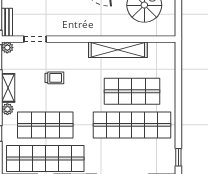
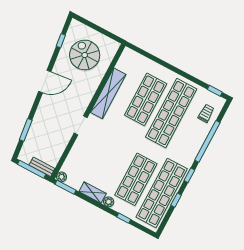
doorway: (35, 39) -> (81, 125), moved
trolley: (54, 78) -> (206, 113), moved

